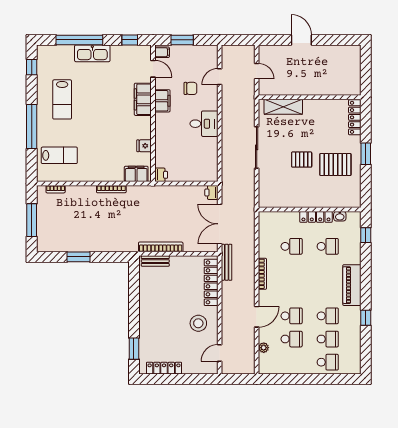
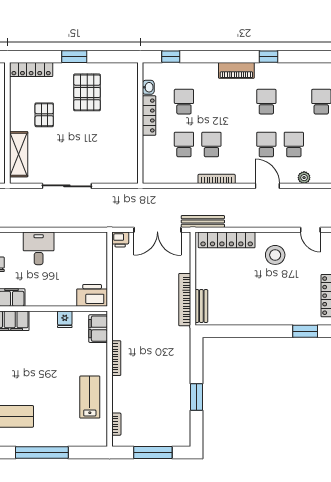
lab bench: (59, 155) -> (90, 397), moved
pallet: (302, 160) -> (44, 115), moved
printer: (161, 175) -> (92, 295), width x1.87, depth x1.48
piano: (352, 285) -> (236, 70), width x0.73, depth x0.75
school desk: (328, 339) -> (211, 144), moved

